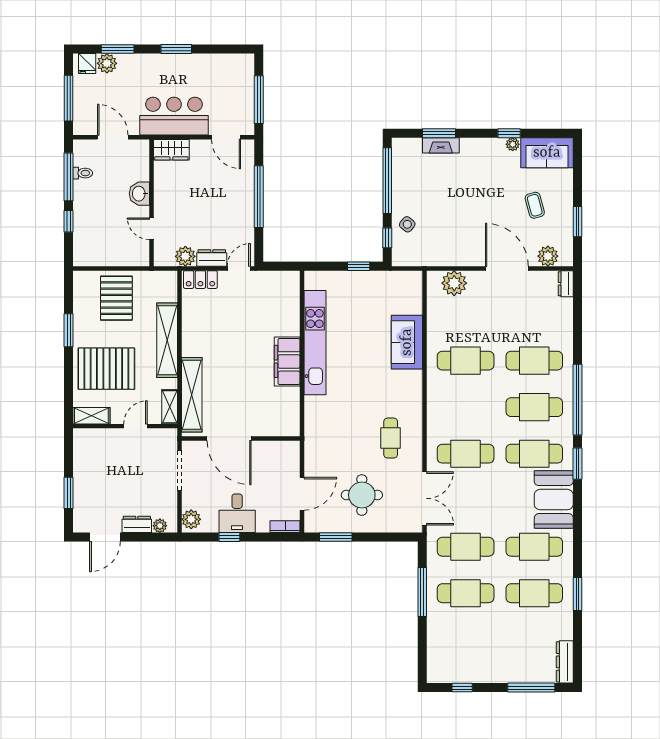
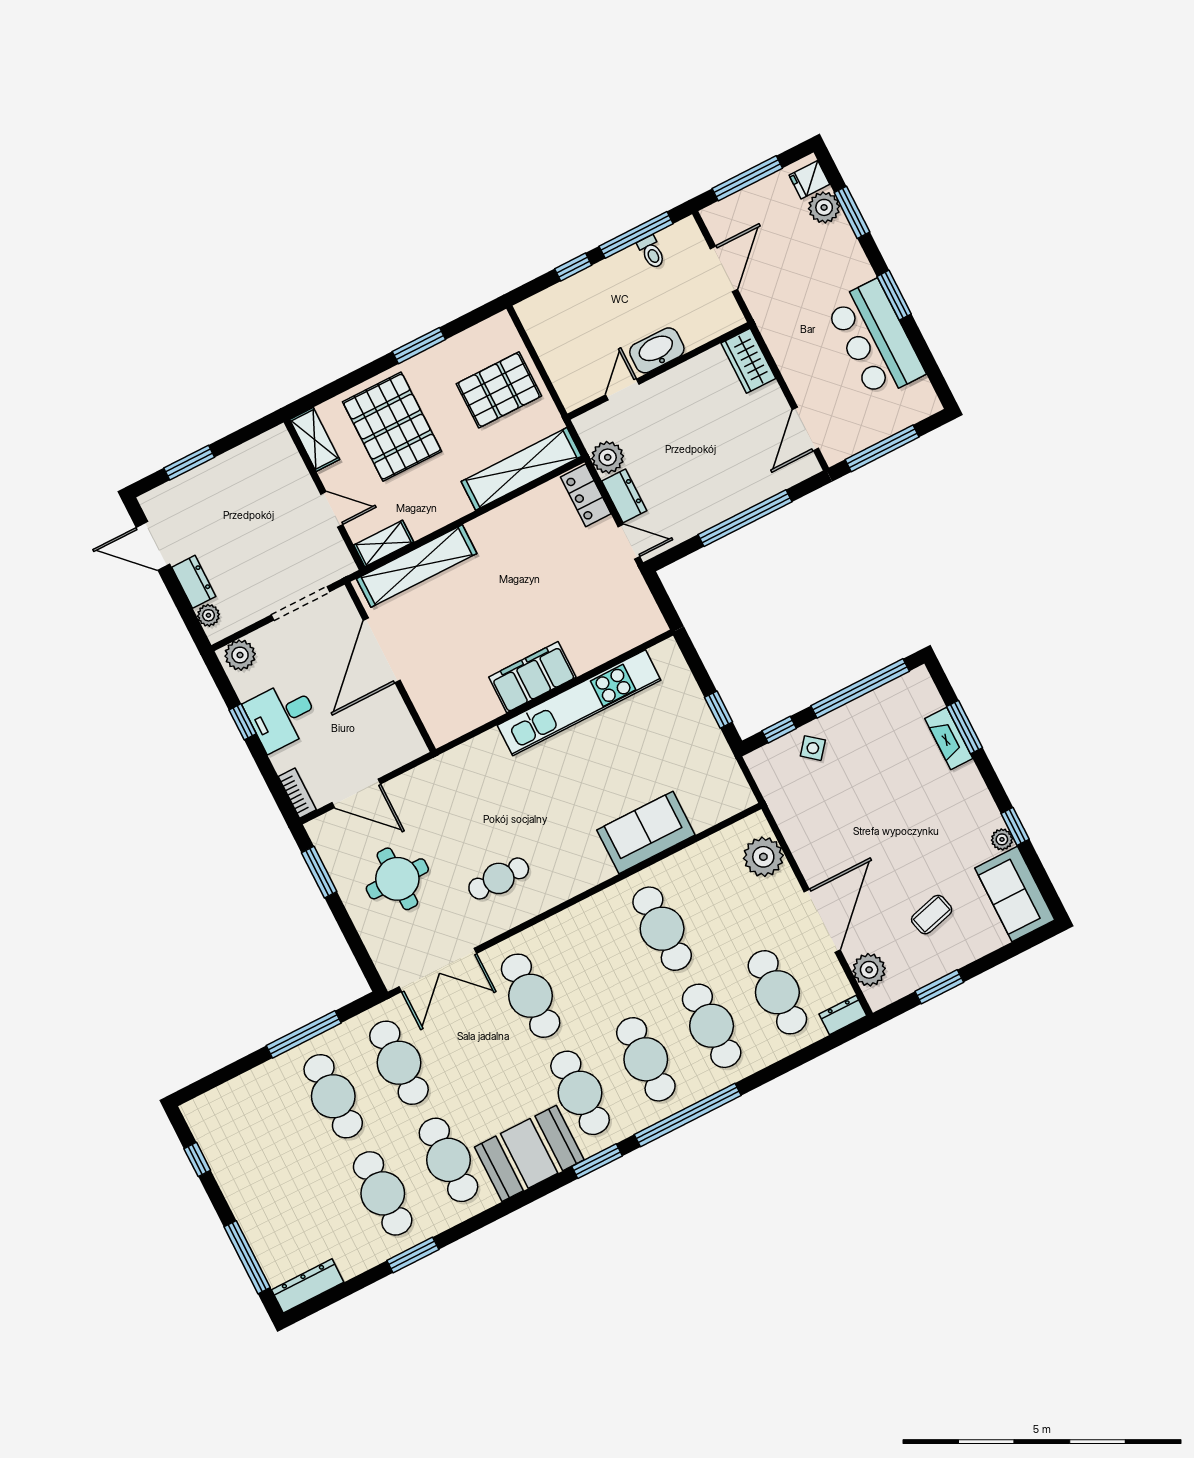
bar counter: (174, 116) -> (875, 340), moved, turned 180
washbasin: (139, 194) -> (657, 350), width x1.38
cafe table: (534, 314) -> (777, 992), added
shelving: (167, 340) -> (521, 469), moved

